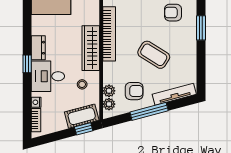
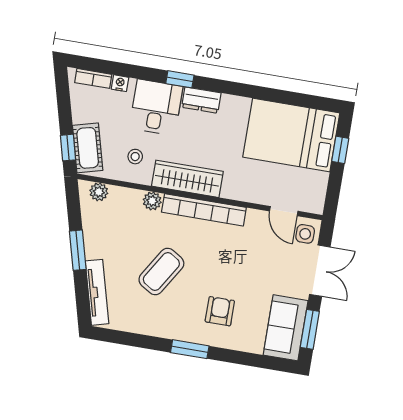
plant: (109, 91) -> (152, 201), moved
armchair: (134, 91) -> (112, 233), removed
window: (149, 111) -> (78, 250), width x0.69

